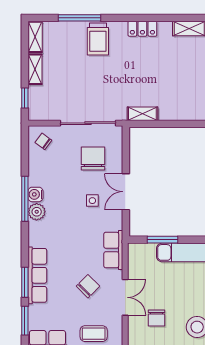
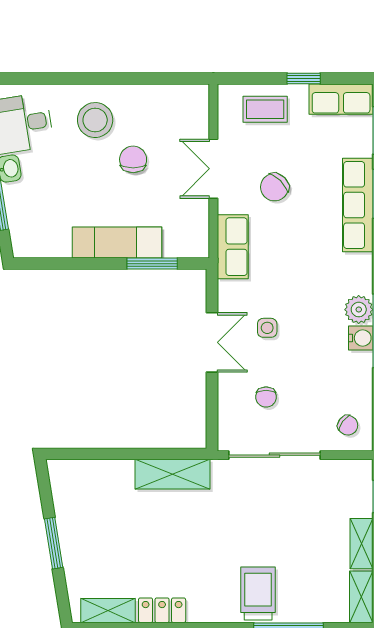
locker: (142, 29) -> (162, 610), moved
shelving: (142, 114) -> (172, 474), width x1.50, depth x1.33
chair: (93, 159) -> (266, 397), width x0.54, depth x0.54
chair: (156, 318) -> (133, 159), moved

